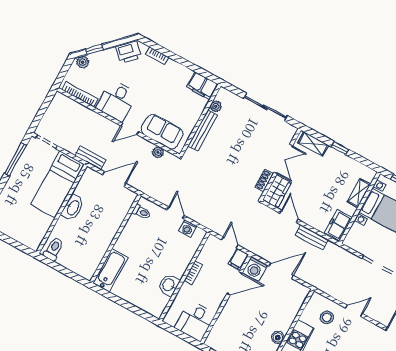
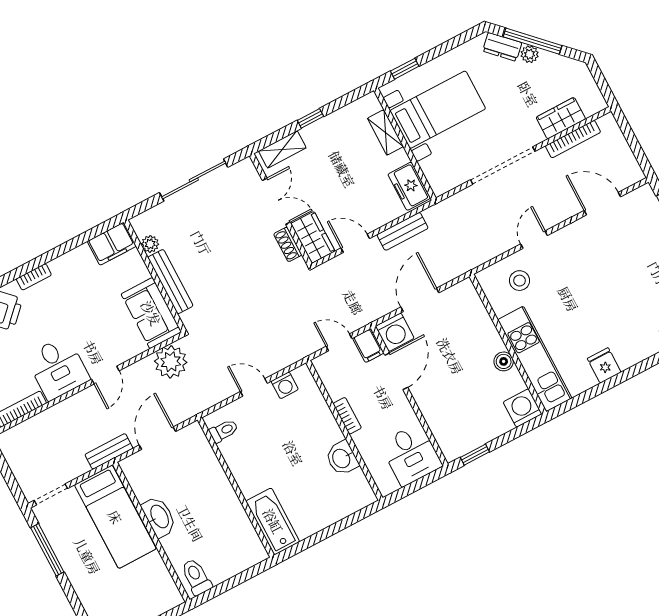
sofa: (162, 132) -> (151, 313), moved, turned -90
plant: (158, 152) -> (171, 362), width x1.88, depth x1.88

